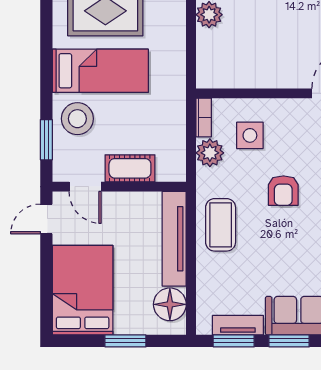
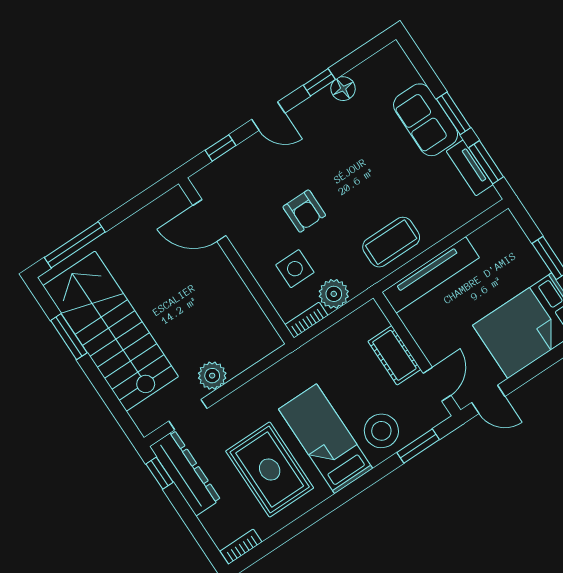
armchair: (283, 191) -> (304, 211), moved, turned 90
floor lamp: (170, 304) -> (491, 240), removed

